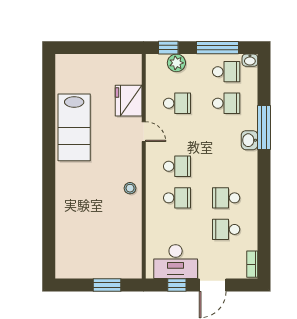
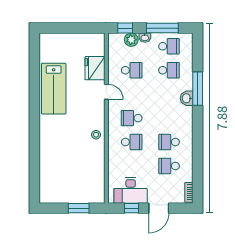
washbasin: (250, 60) -> (145, 38), moved
school desk: (177, 166) -> (132, 118), turned 180

